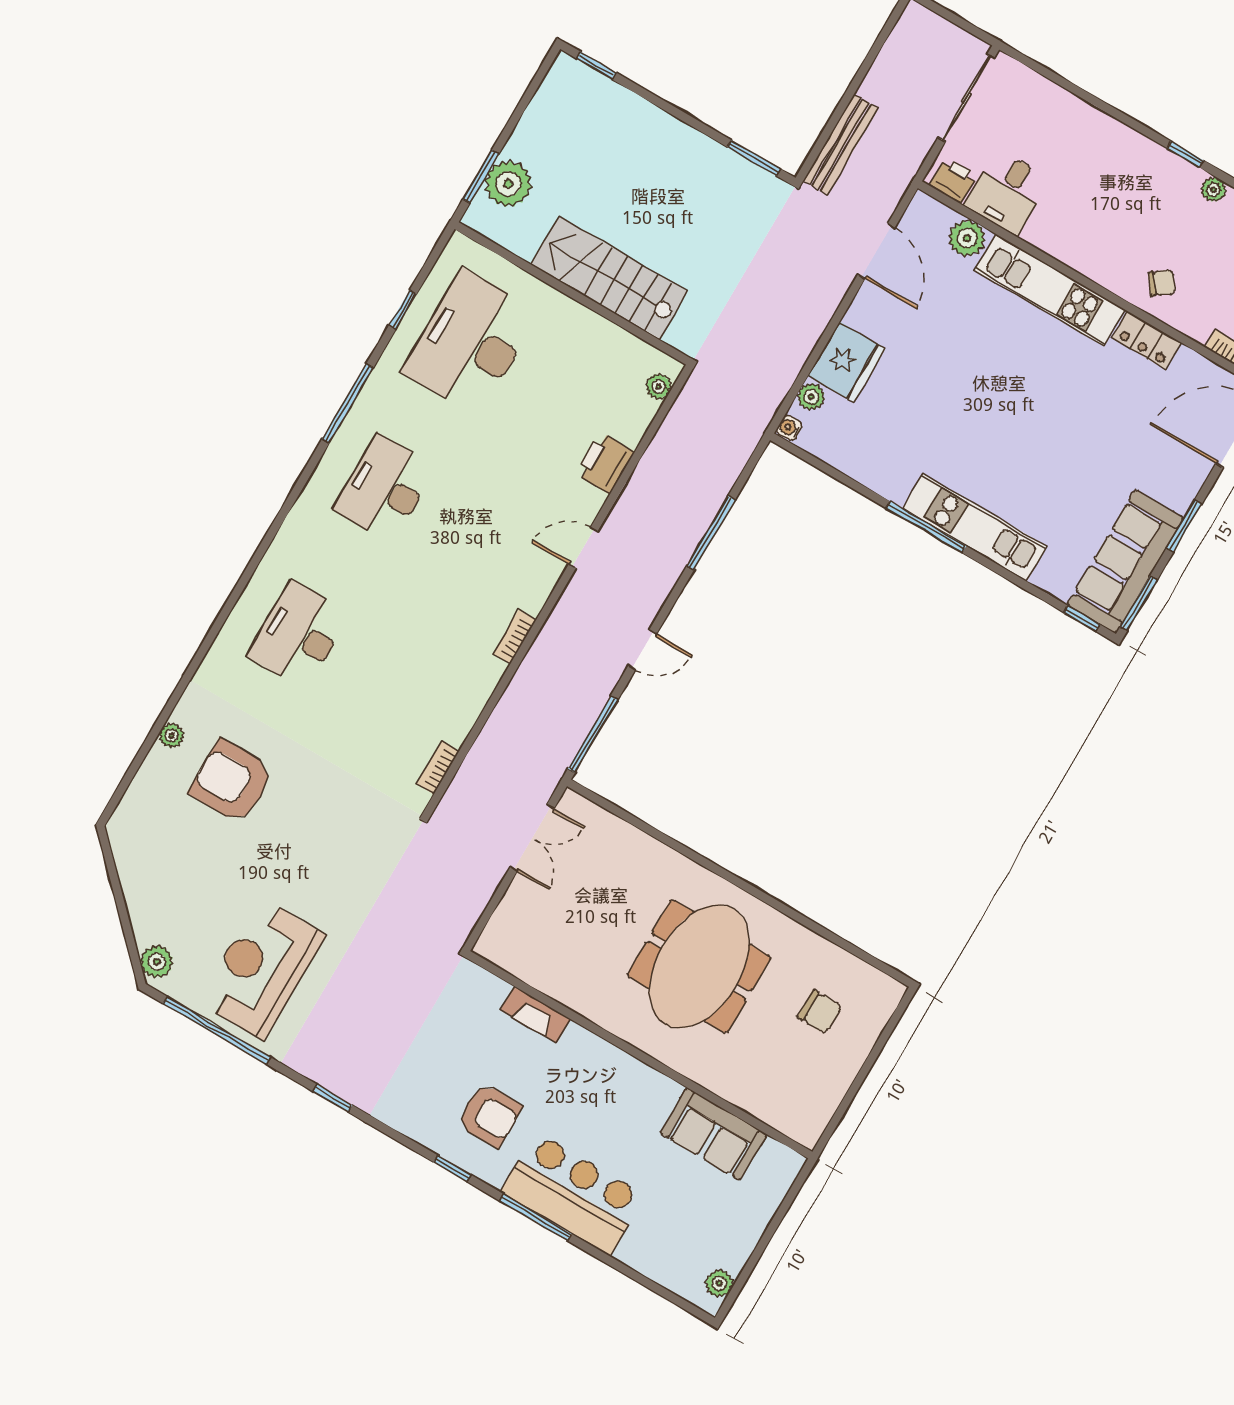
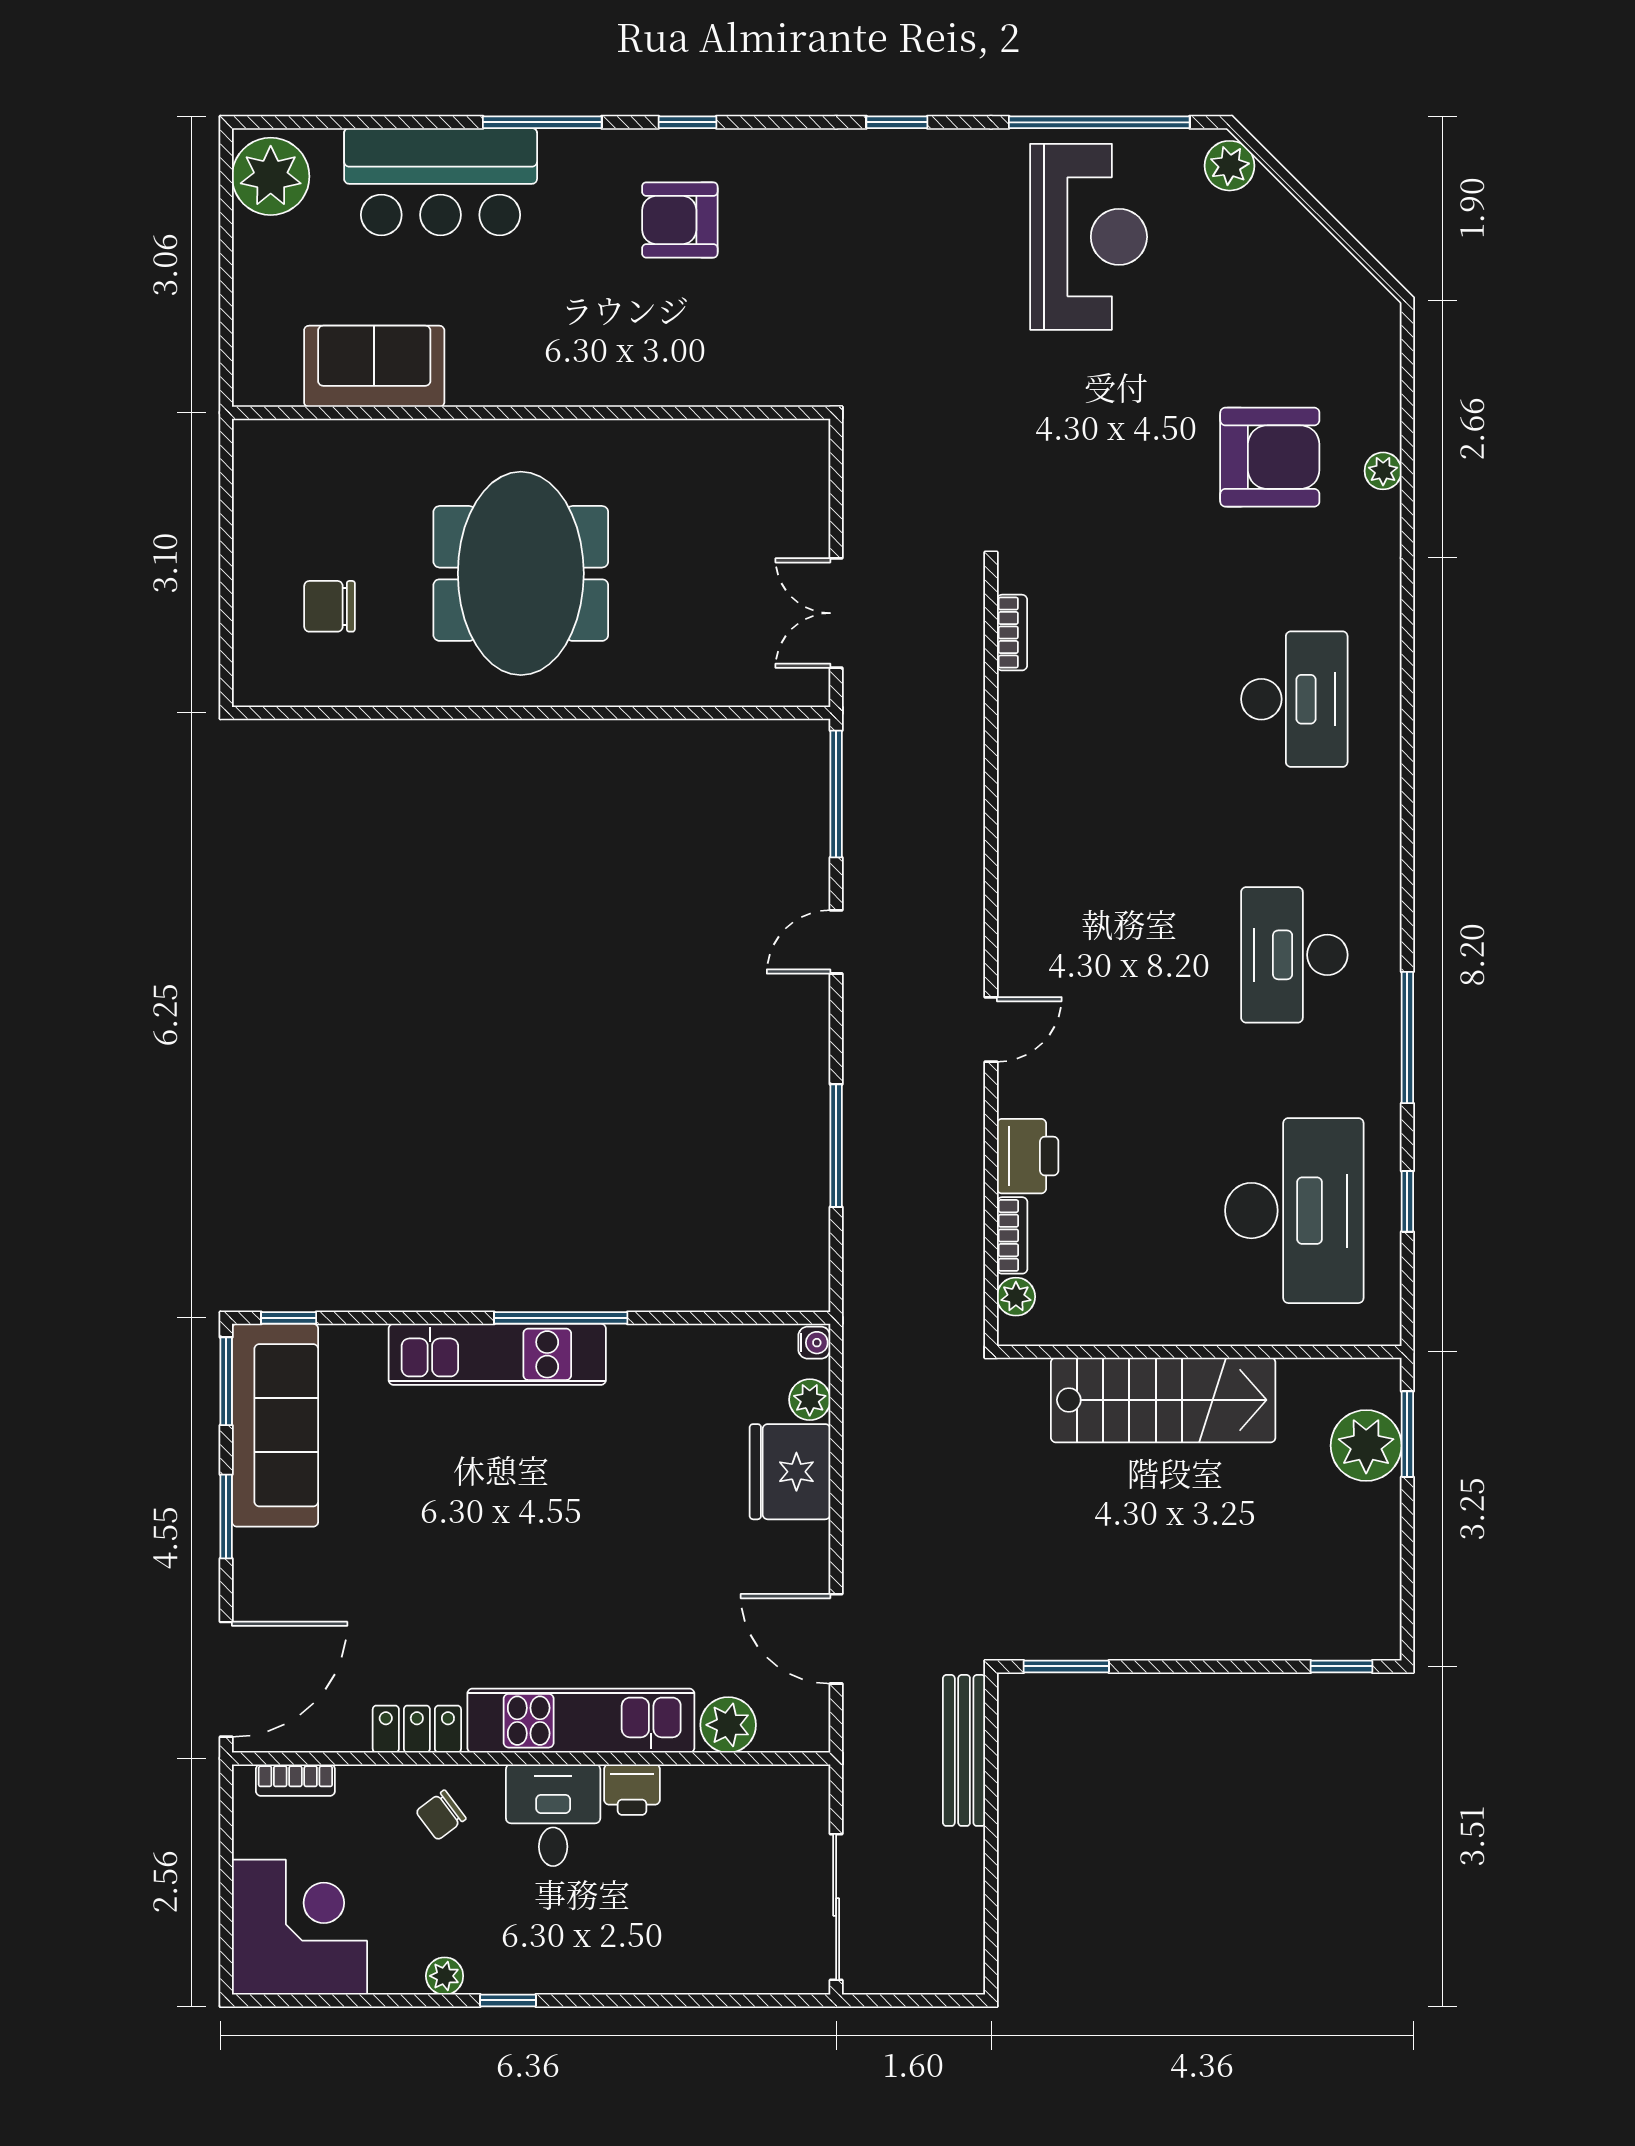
printer: (953, 180) -> (632, 1790), moved
desk: (1007, 192) -> (553, 1815), moved
desk: (385, 489) -> (1294, 955), turned 180
bookcase: (515, 637) -> (1012, 1235), moved
fireplace: (535, 1015) -> (697, 386), removed
bar counter: (573, 1194) -> (441, 182), moved
plant: (719, 1283) -> (271, 176), width x1.88, depth x1.88

